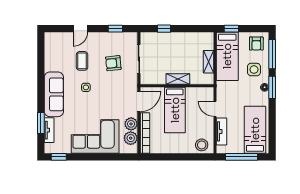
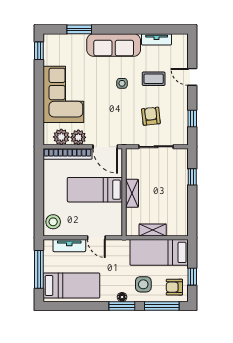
window: (231, 29) -> (192, 277), moved
door: (215, 109) -> (96, 238), swing flipped
tv unit: (49, 130) -> (157, 39), moved

